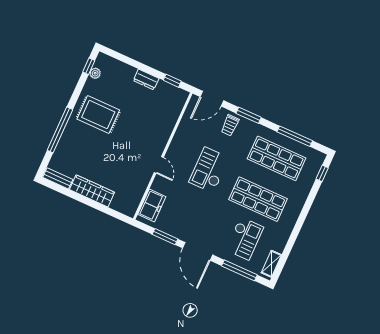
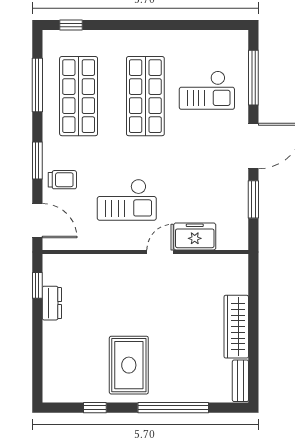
window: (89, 66) -> (95, 408), moved
plant: (95, 73) -> (75, 395), removed
dresser: (146, 79) -> (52, 303), moved
checkout: (209, 170) -> (127, 200), moved
freezer: (152, 206) -> (195, 236), moved
checkout: (245, 238) -> (207, 90), turned 180
shelving: (271, 264) -> (225, 38), removed

